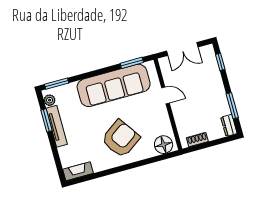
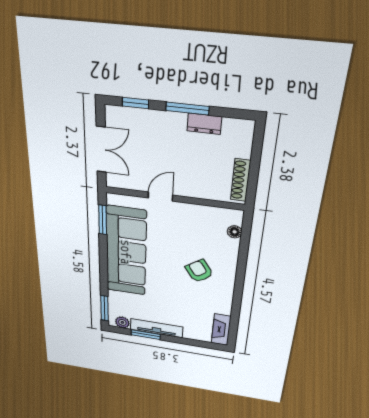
window: (232, 106) -> (187, 108), moved
dresser: (229, 125) -> (204, 124), moved
armchair: (121, 139) -> (199, 271), width x0.53, depth x0.53
shoe rack: (197, 140) -> (241, 180), width x1.43
floor lamp: (164, 145) -> (235, 232), width x0.53, depth x0.53

